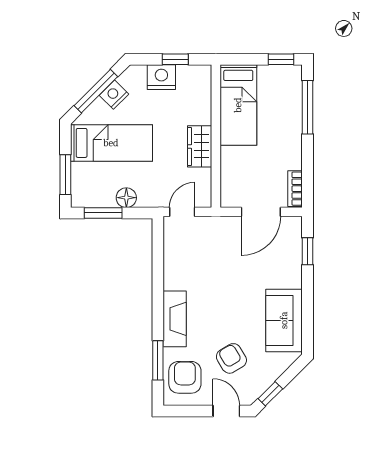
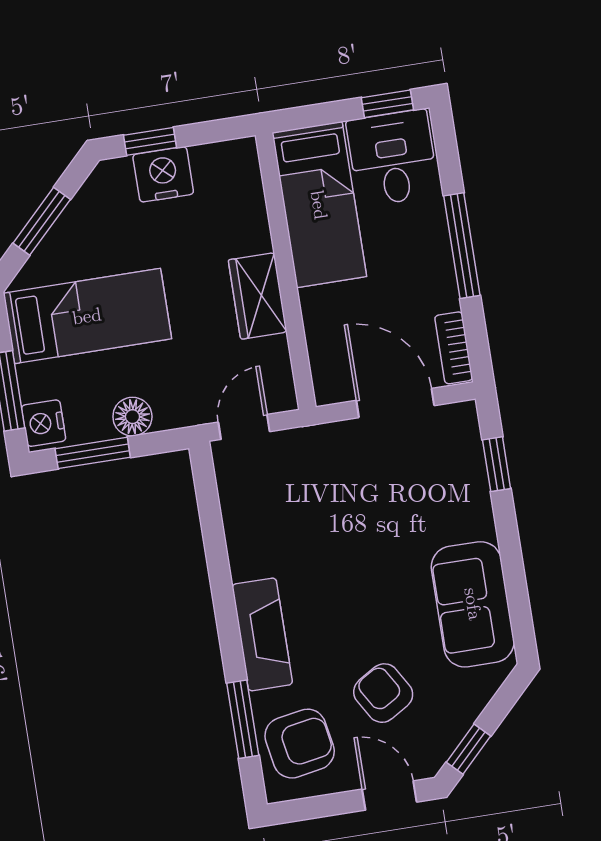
window: (175, 59) -> (150, 141), moved
desk: (279, 87) -> (393, 158), added
window: (96, 91) -> (42, 221), width x0.69
nightstand: (114, 95) -> (44, 423), moved, turned -45
window: (307, 107) -> (462, 246), moved
door: (261, 212) -> (395, 403), swing flipped
armchair: (185, 377) -> (300, 744), turned 80

